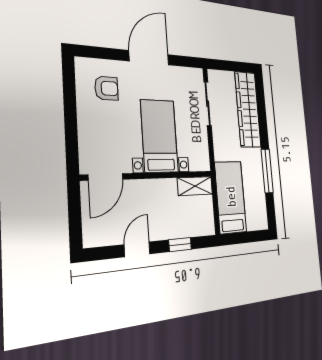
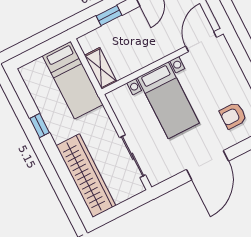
window: (267, 171) -> (40, 125), width x0.46
shelving: (195, 186) -> (101, 68), moved, turned 90

